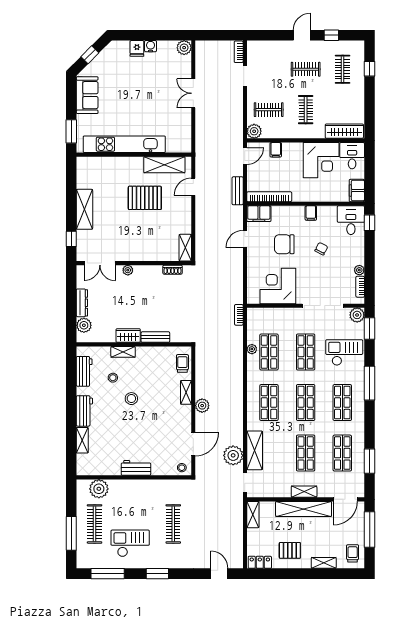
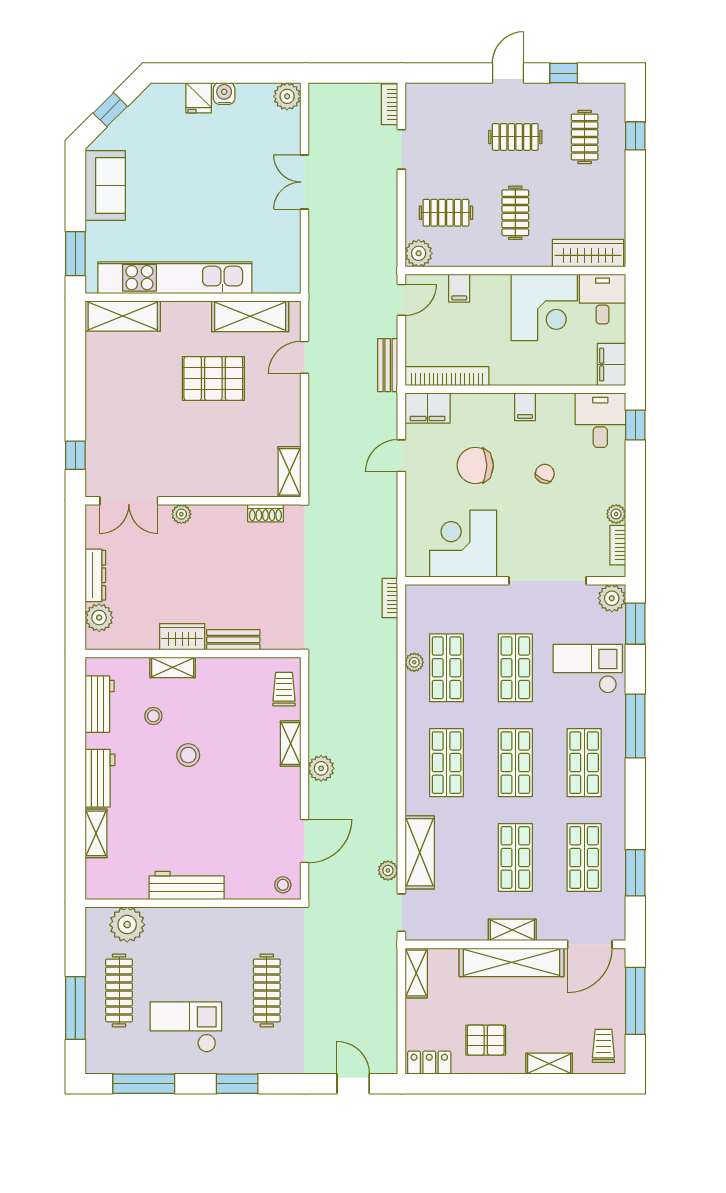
shelving: (84, 209) -> (123, 316), moved, turned 90
plant: (233, 455) -> (388, 870), width x0.53, depth x0.53
workbench: (136, 468) -> (187, 885), width x1.37

